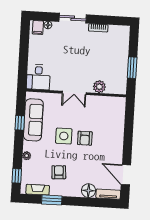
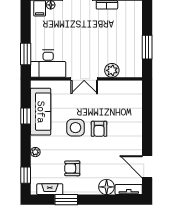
window: (23, 68) -> (26, 54), added
desk: (38, 77) -> (48, 64), width x1.37
armchair: (59, 172) -> (72, 168), turned -86

